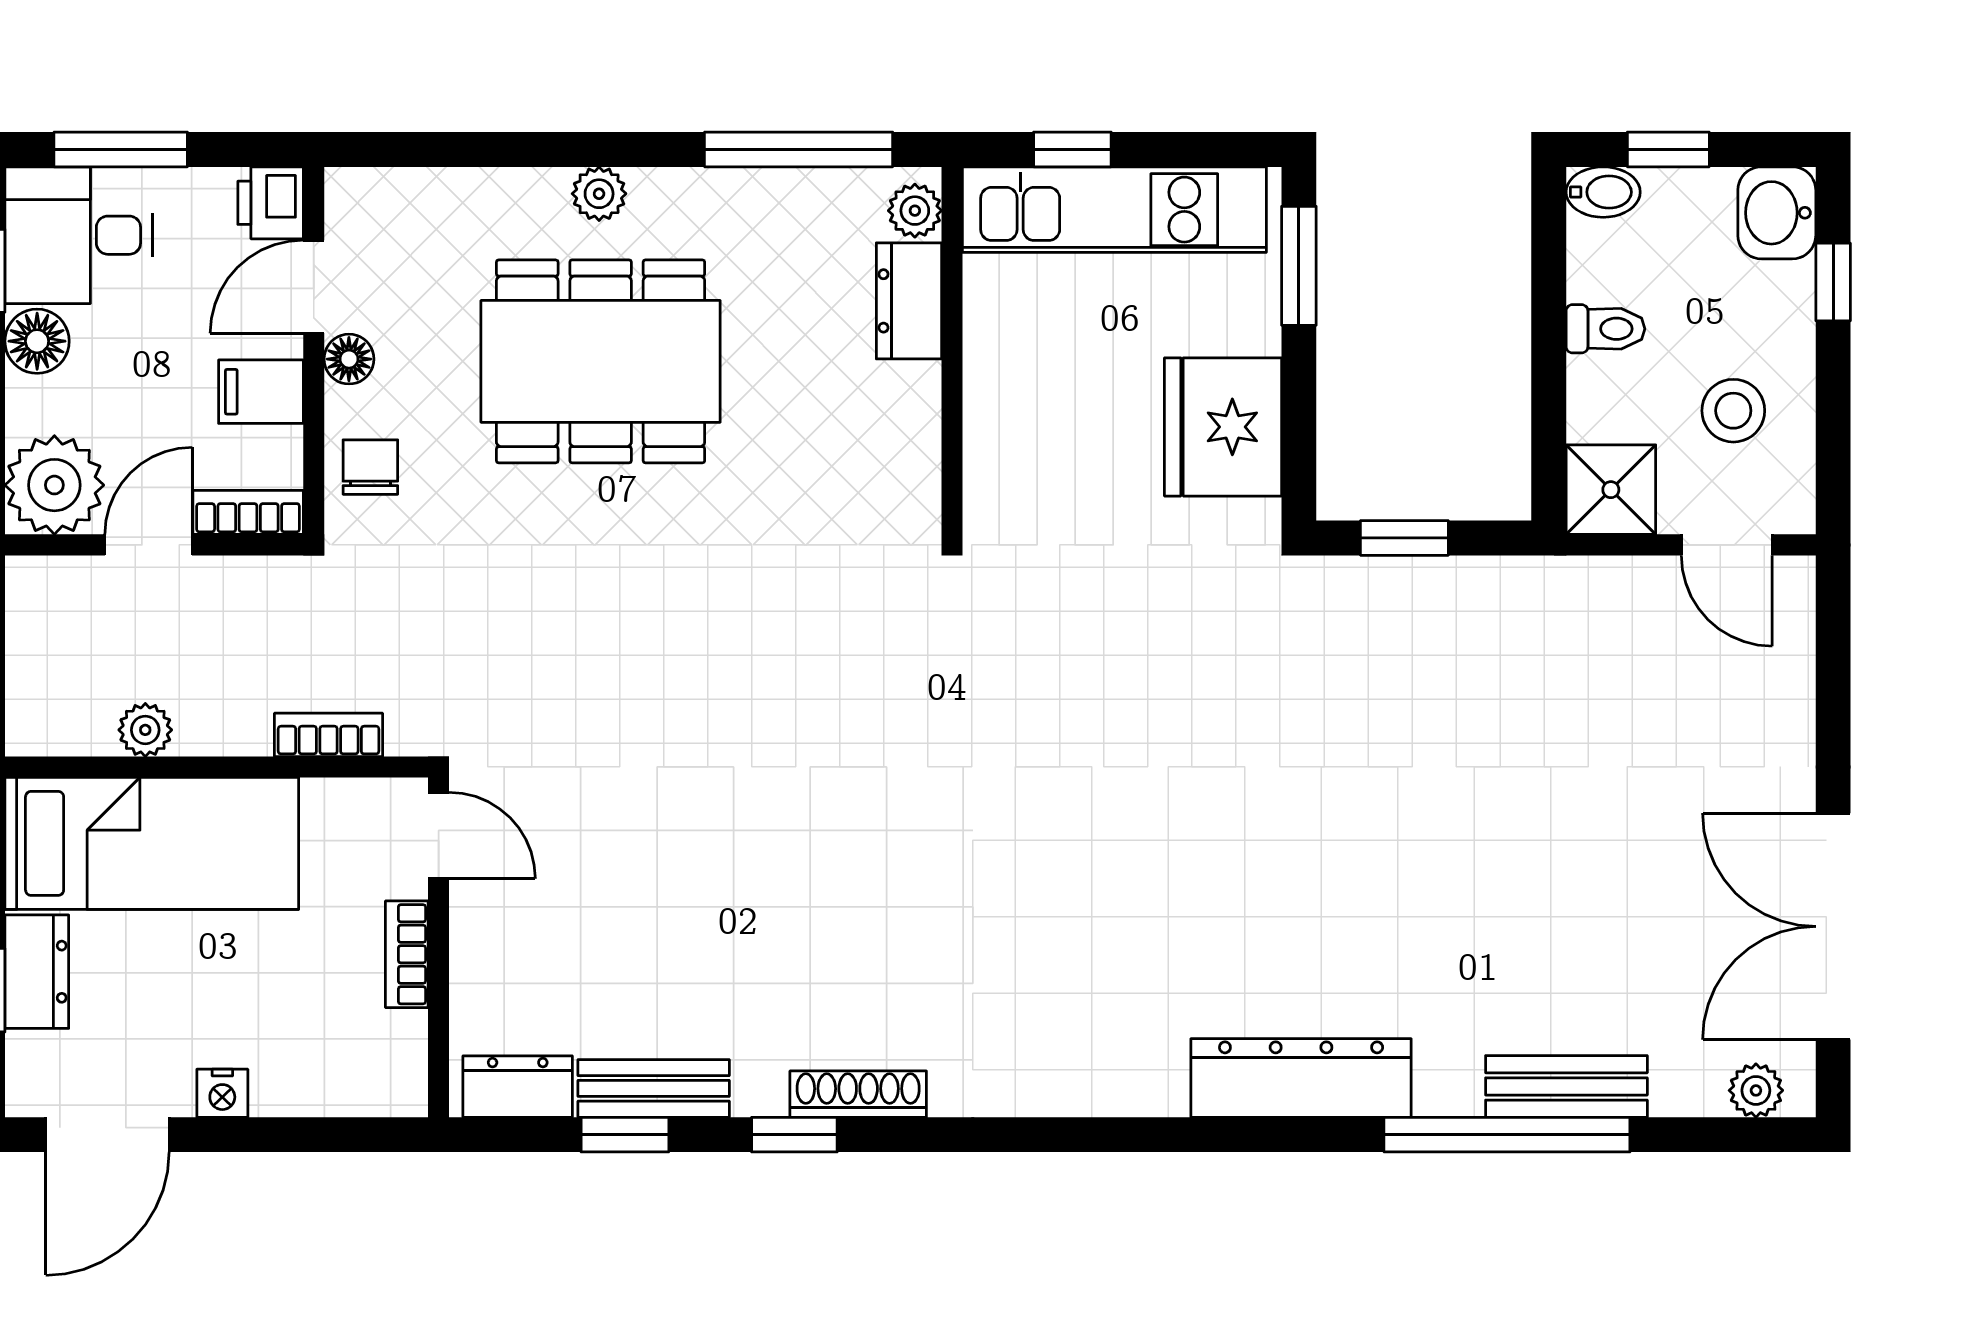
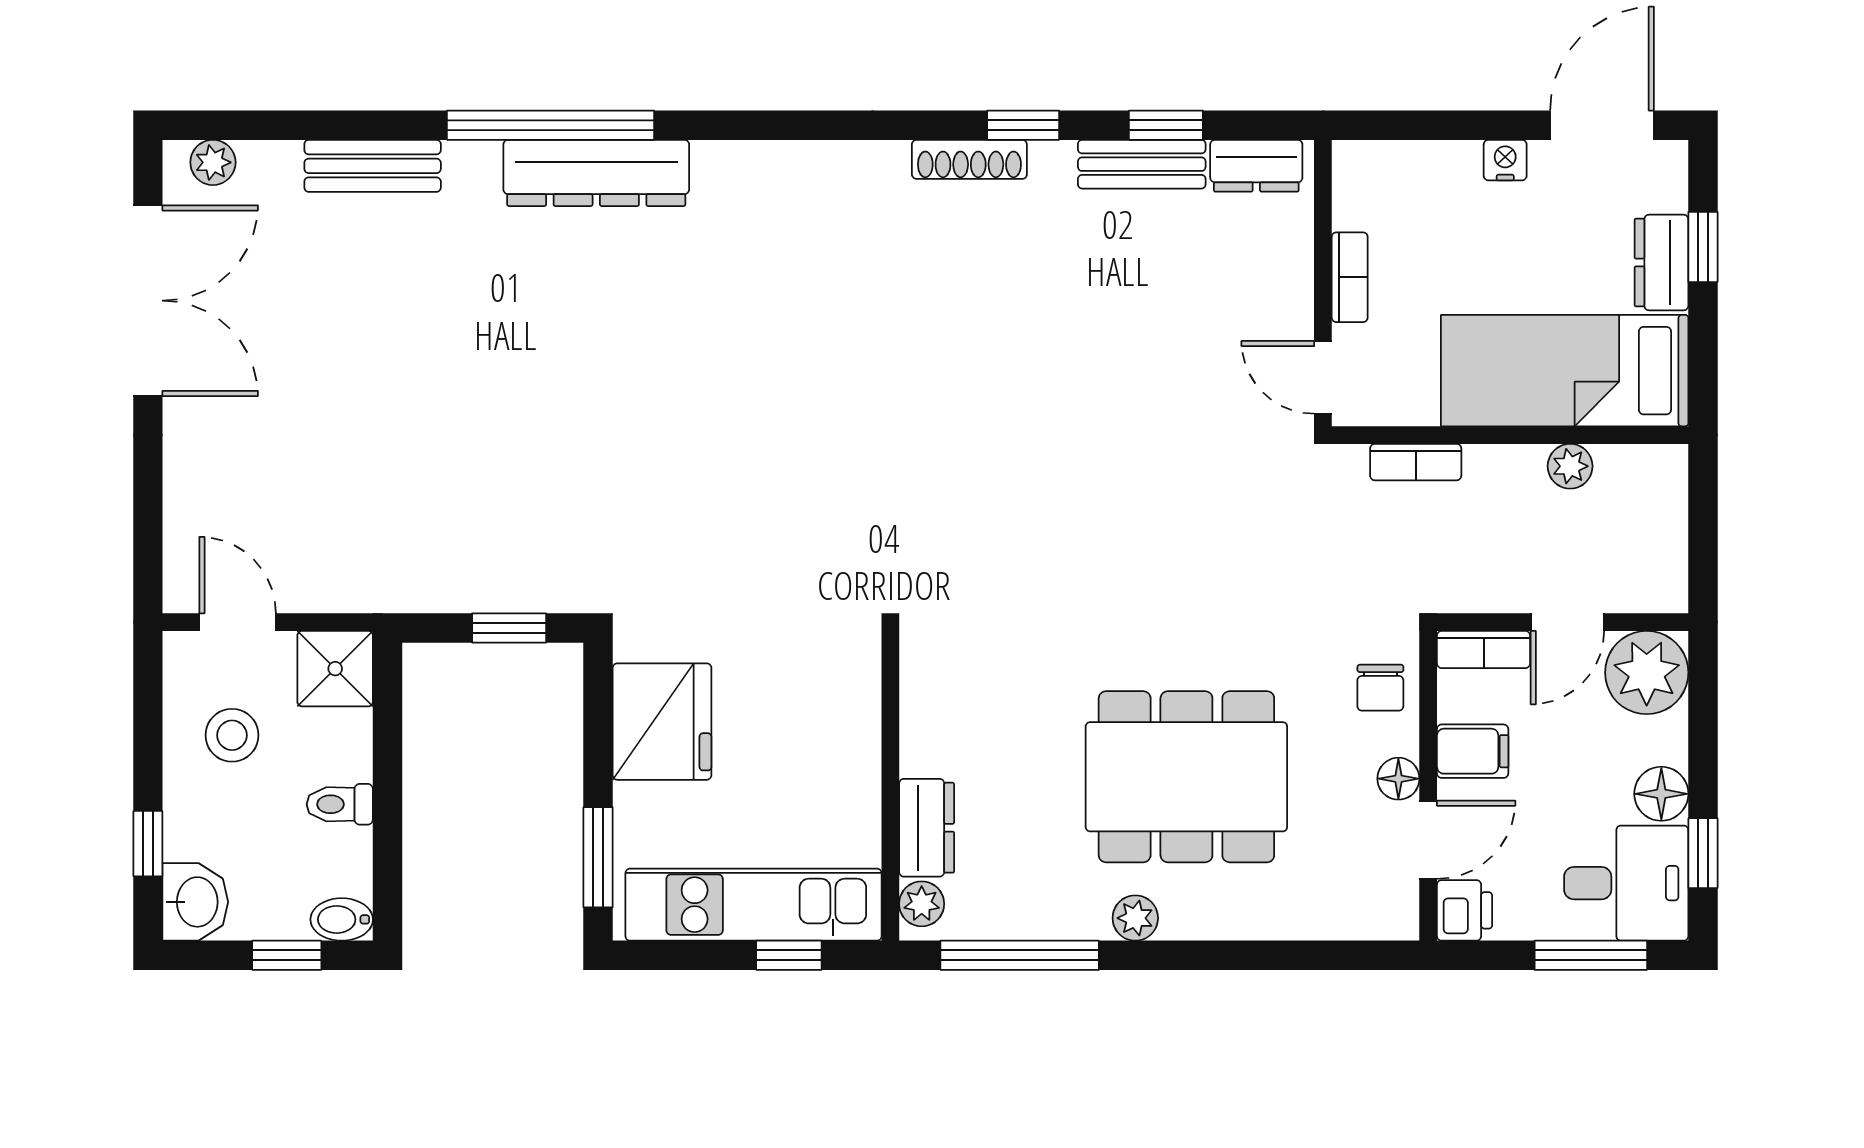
plant: (599, 194) -> (1135, 918), moved
window: (1507, 1135) -> (551, 125), moved

